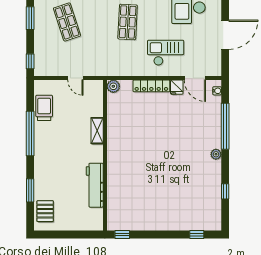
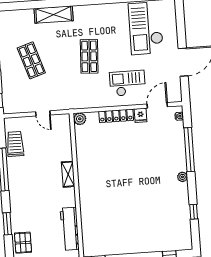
door: (195, 78) -> (157, 105), swing flipped
shelving: (97, 131) -> (68, 174), moved
workbench: (95, 185) -> (70, 229), moved

